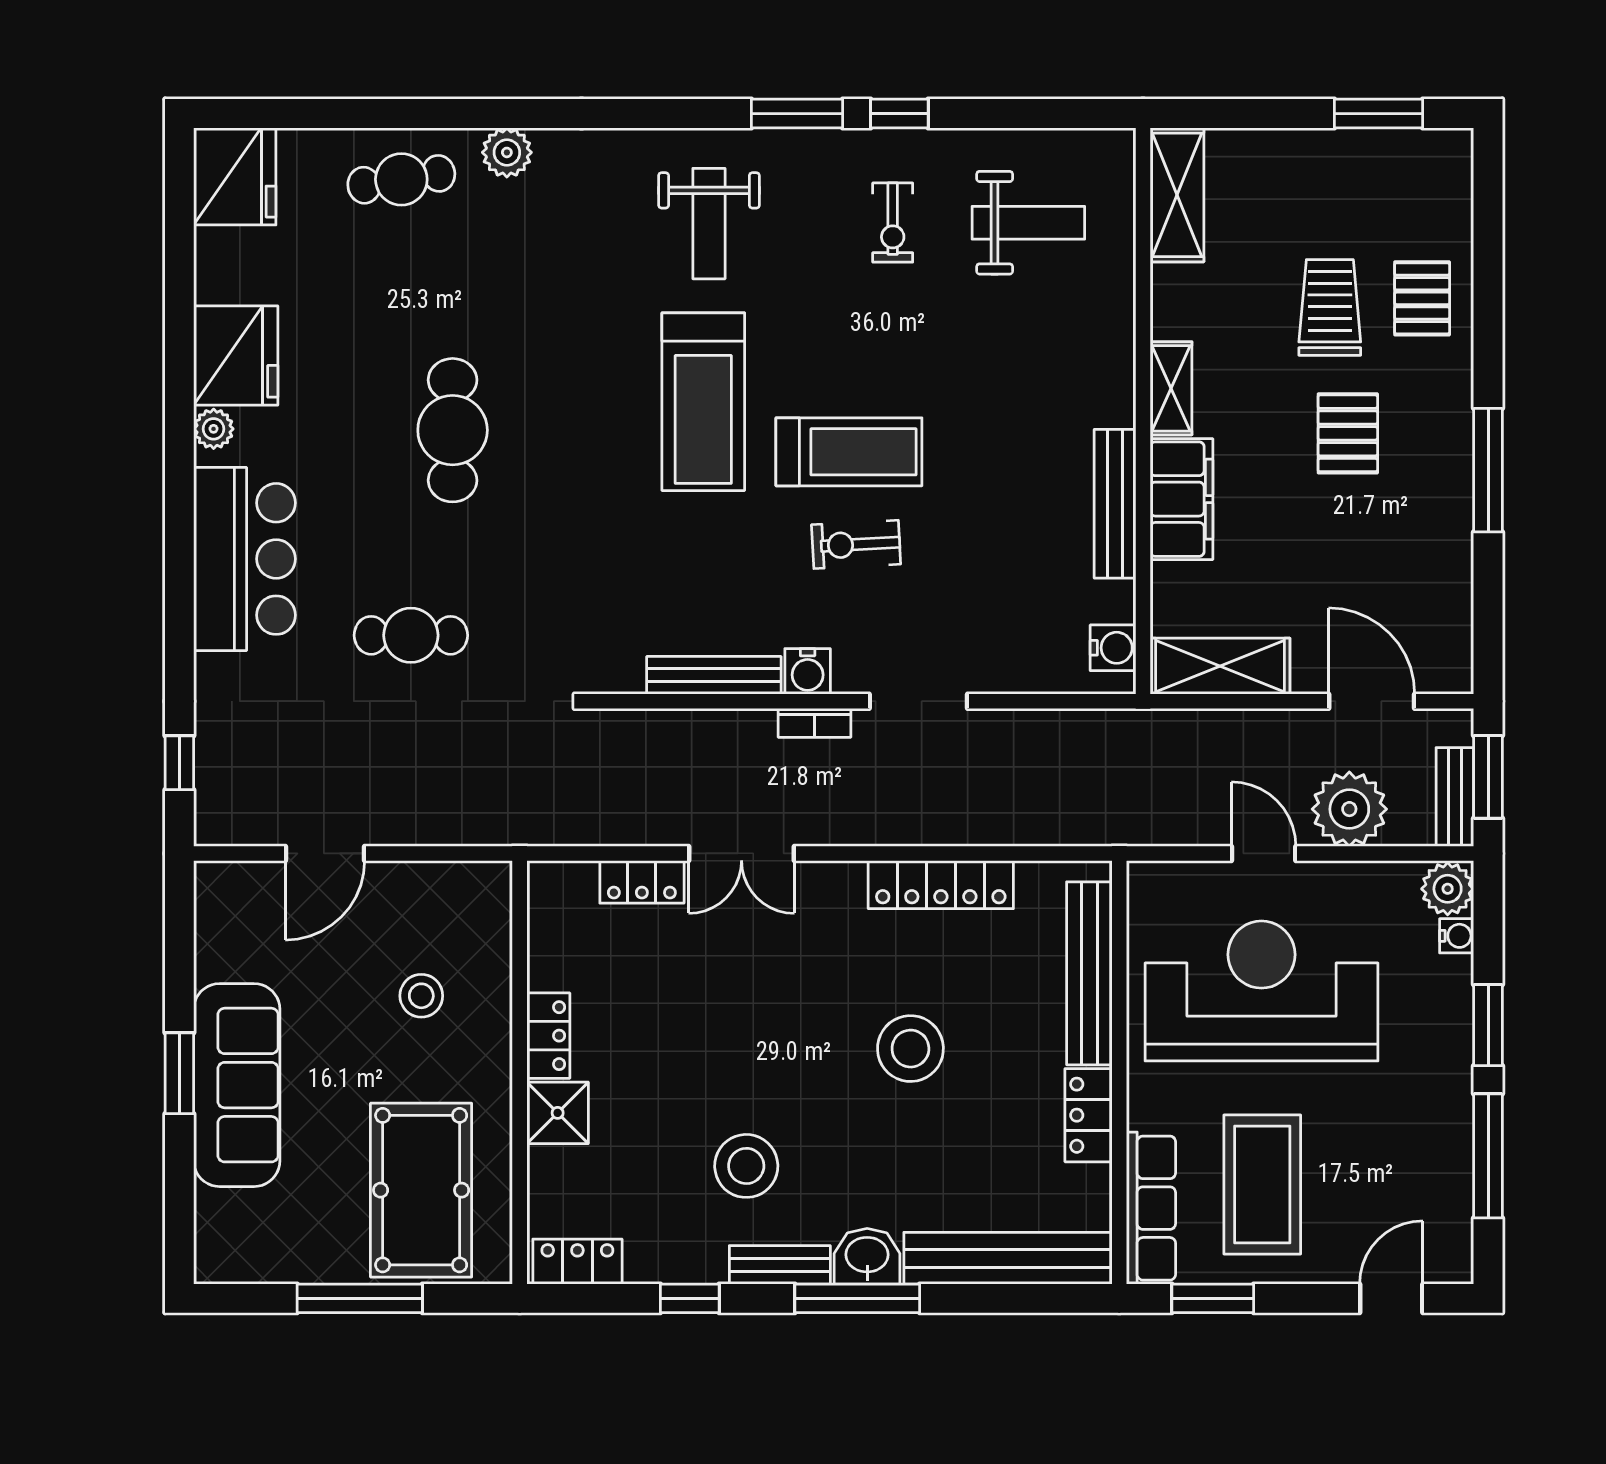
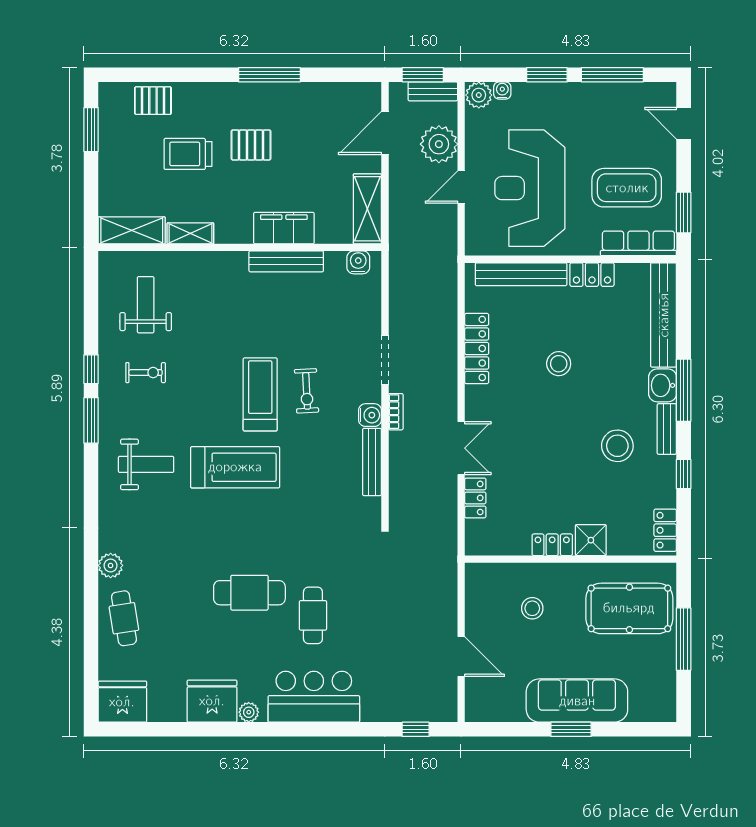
pallet: (1422, 298) -> (153, 101), moved
shelving: (1171, 388) -> (190, 233), moved
cafe table: (411, 635) -> (313, 615), moved
stool: (910, 1049) -> (559, 364), width x0.73, depth x0.73

